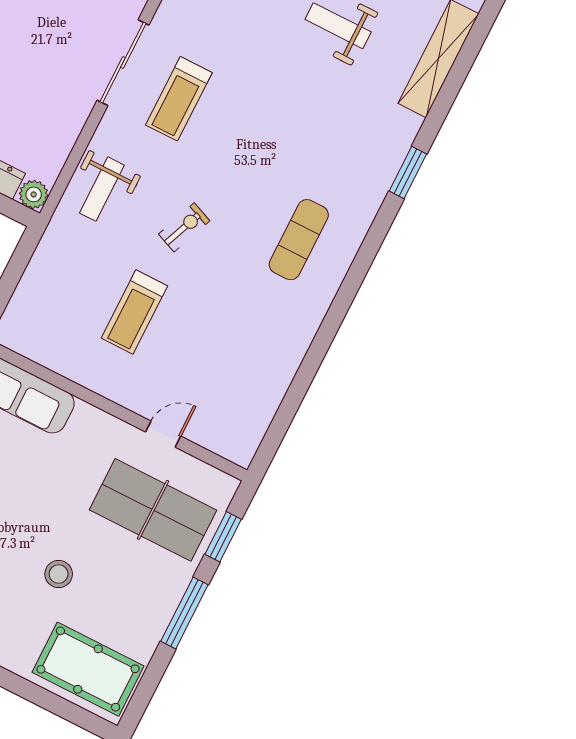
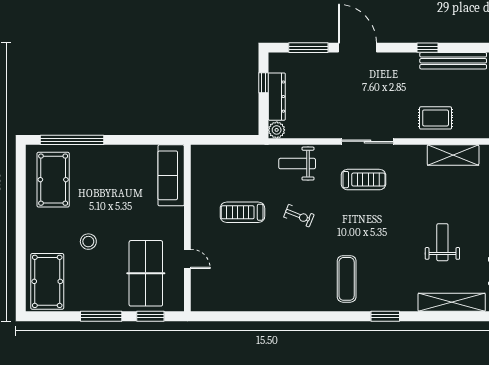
treadmill: (179, 99) -> (363, 180), turned 180
exercise mat: (299, 240) -> (347, 279), moved, turned 90

